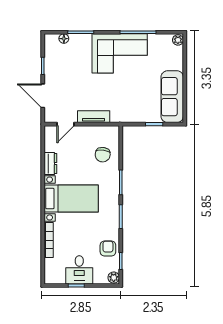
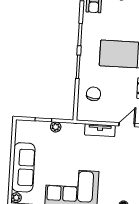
sofa: (172, 97) -> (23, 167), moved
plant: (141, 117) -> (56, 127), added

